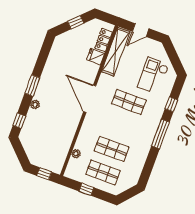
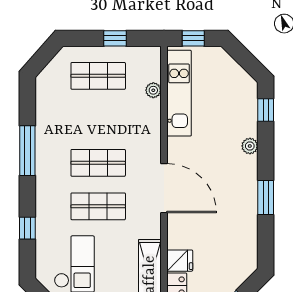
window: (32, 86) -> (266, 198), moved
window: (160, 134) -> (27, 151), moved
kitchen unit: (63, 147) -> (179, 93), added
shop shelf: (112, 149) -> (98, 163), moved

